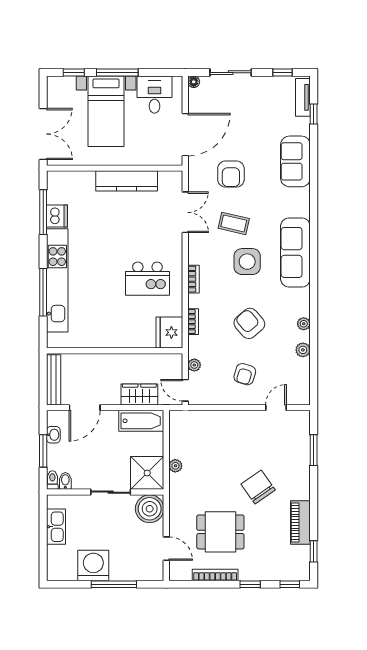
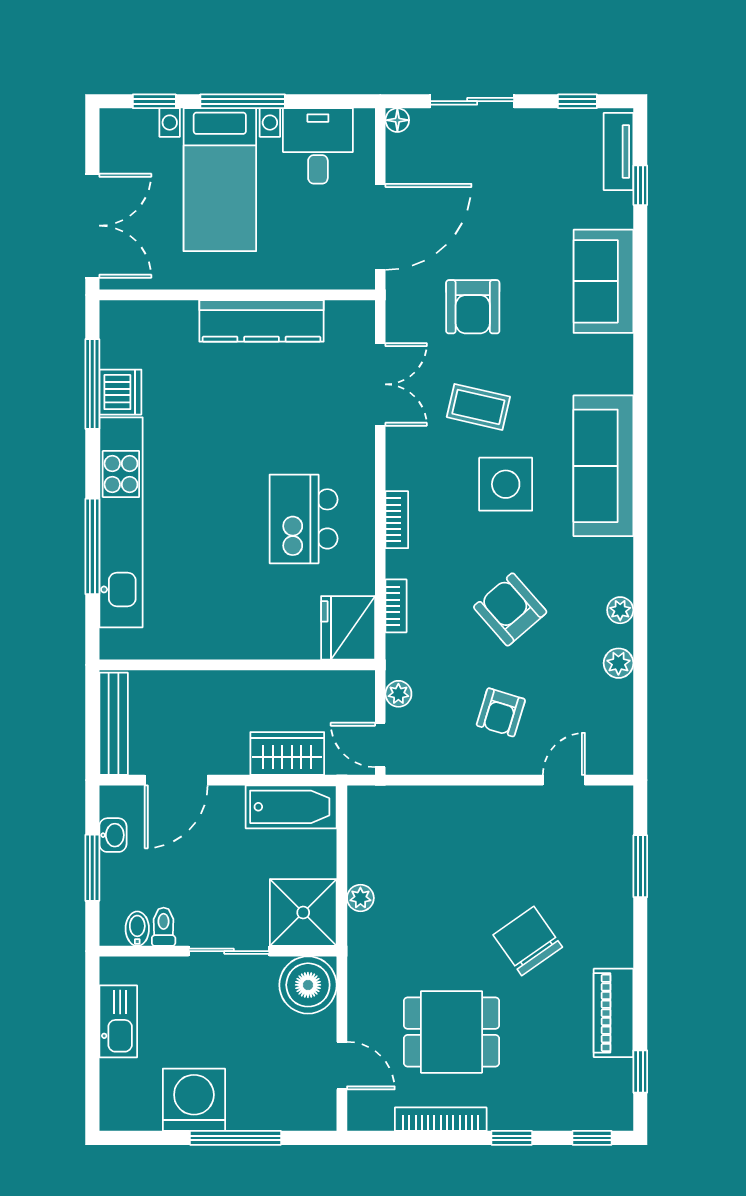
kitchen island: (147, 279) -> (304, 519), turned 90
toilet: (52, 480) -> (164, 927), moved

